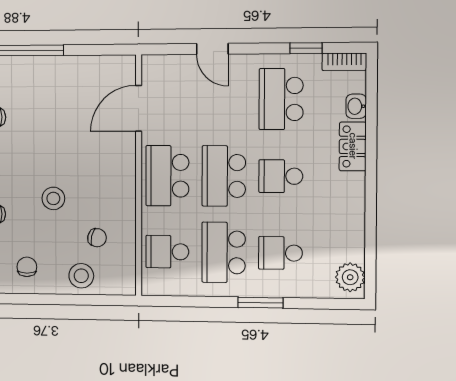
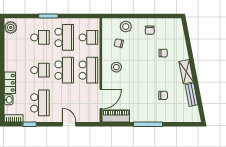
piano: (104, 69) -> (116, 116), added
stool: (53, 198) -> (116, 67), moved

